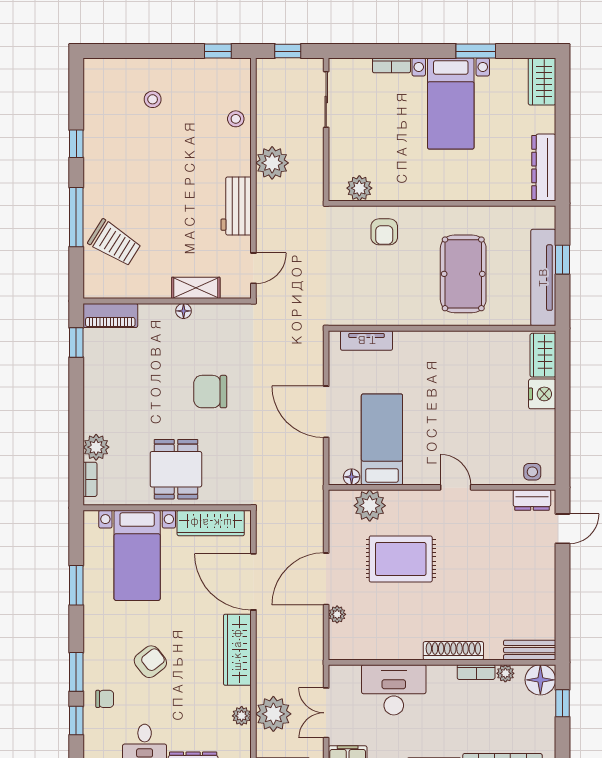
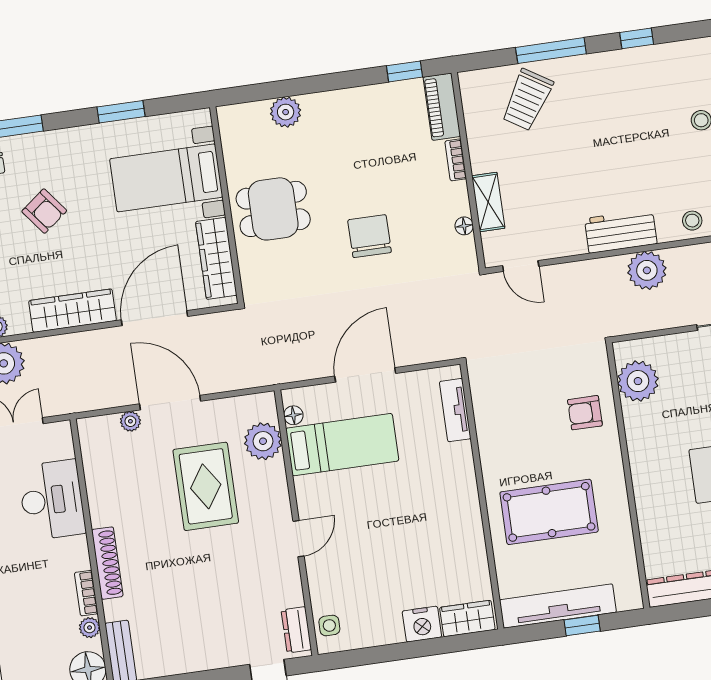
plant: (359, 188) -> (638, 381), width x1.36, depth x1.36
workbench: (236, 206) -> (621, 231), moved
floor lamp: (184, 311) -> (464, 226), moved
bookcase: (90, 479) -> (456, 160), moved, turned 90

